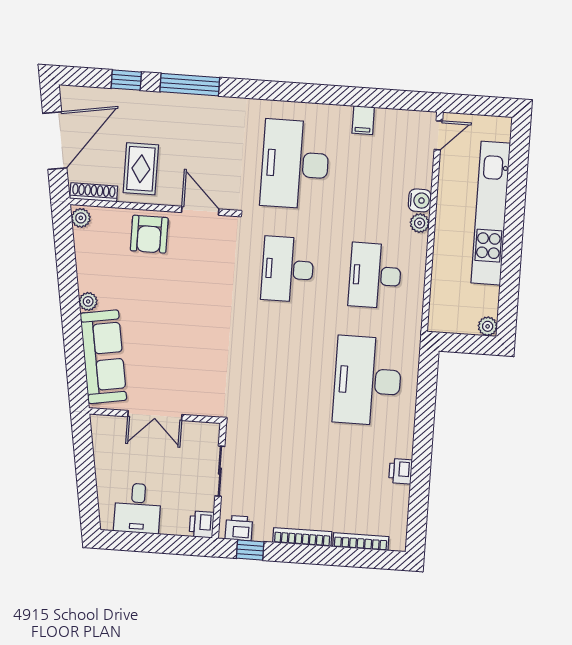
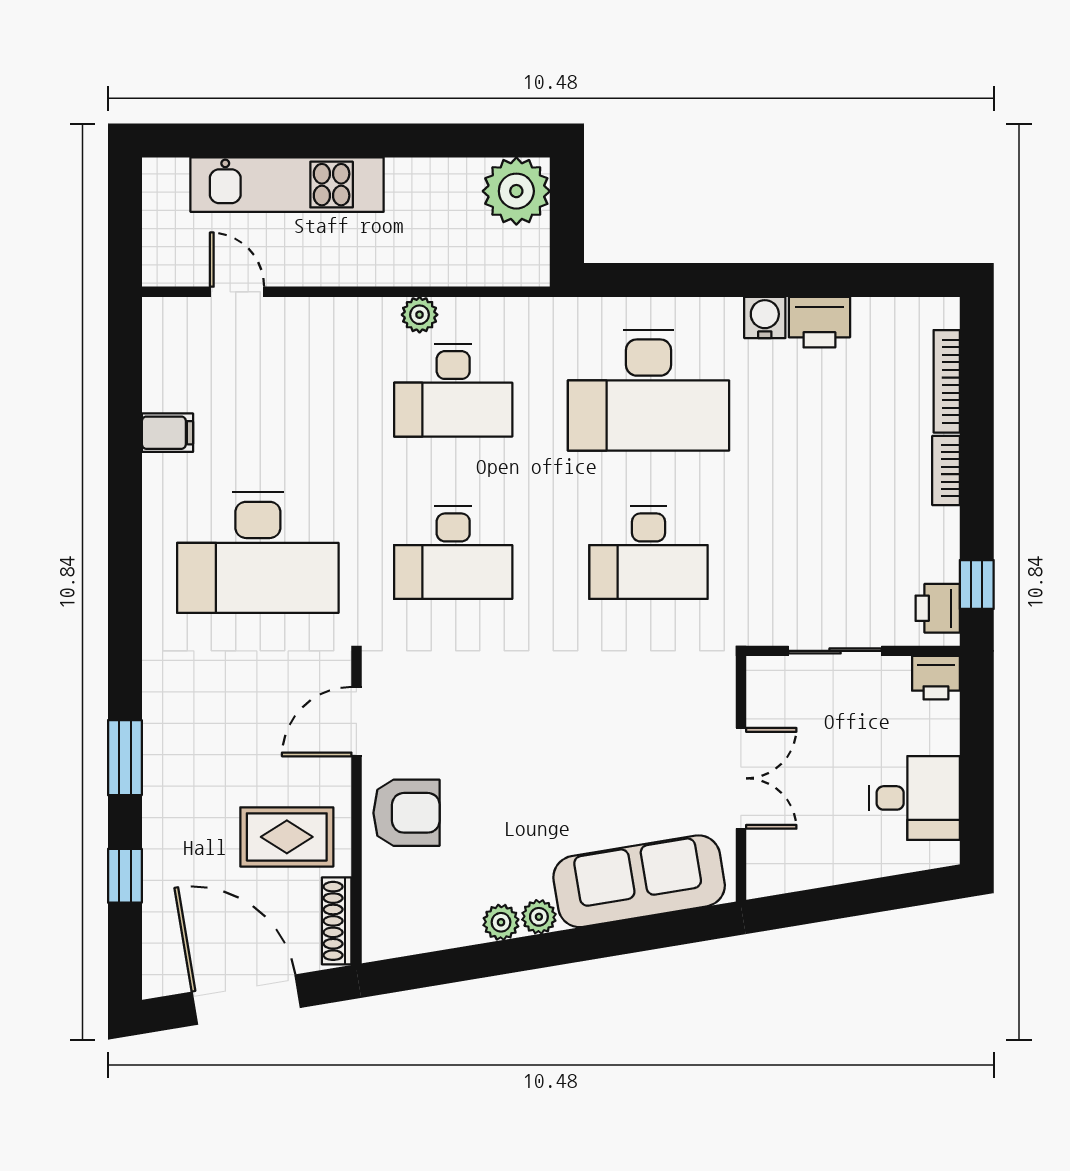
window: (190, 85) -> (125, 758), width x0.69
door: (438, 135) -> (237, 292), moved
water cooler: (420, 200) -> (765, 317), moved
kitchen unit: (491, 213) -> (287, 185), width x0.73
plant: (81, 218) -> (501, 922), moved
plant: (420, 223) -> (420, 315), moved
plant: (488, 326) -> (516, 191), width x1.88, depth x1.88
desk: (280, 374) -> (648, 553), added
printer: (400, 471) -> (819, 322), width x1.36, depth x1.24
bookcase: (302, 537) -> (946, 470), width x0.64

